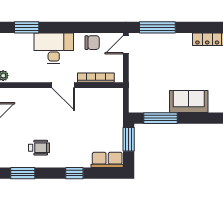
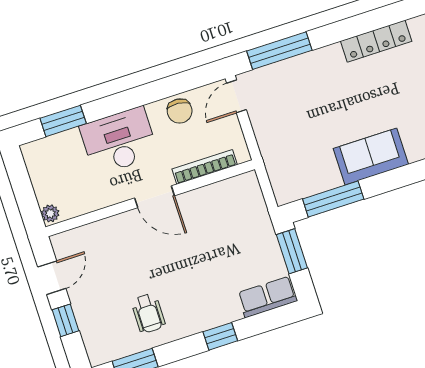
chair: (92, 43) -> (180, 111), turned 95
wheelchair: (39, 148) -> (148, 313), turned 90

